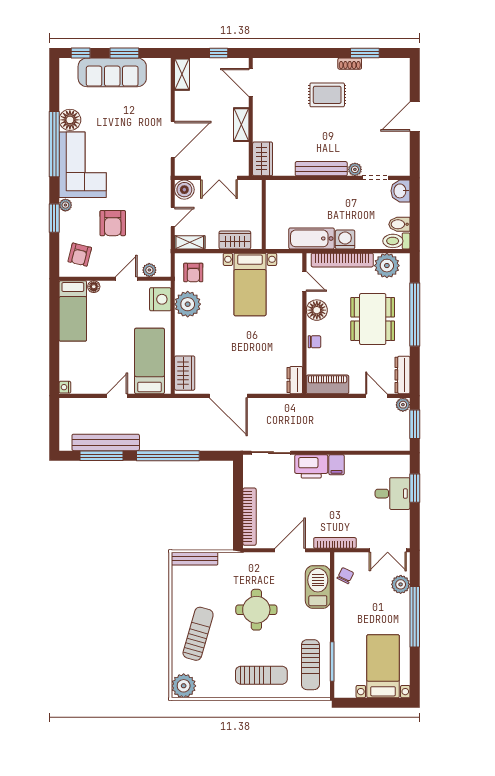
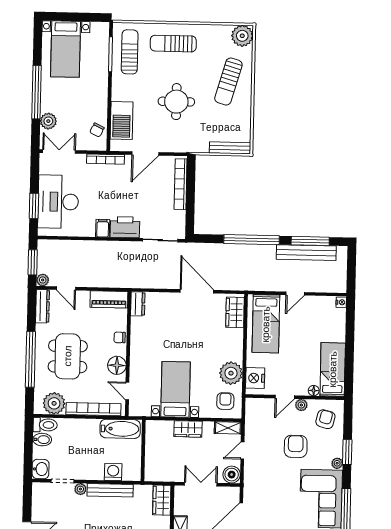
wall: (264, 214) -> (143, 451), moved
washing machine: (345, 240) -> (113, 472), moved, turned 180
plant: (149, 270) -> (301, 405), moved
desk: (393, 494) -> (58, 202), width x1.87, depth x1.30

